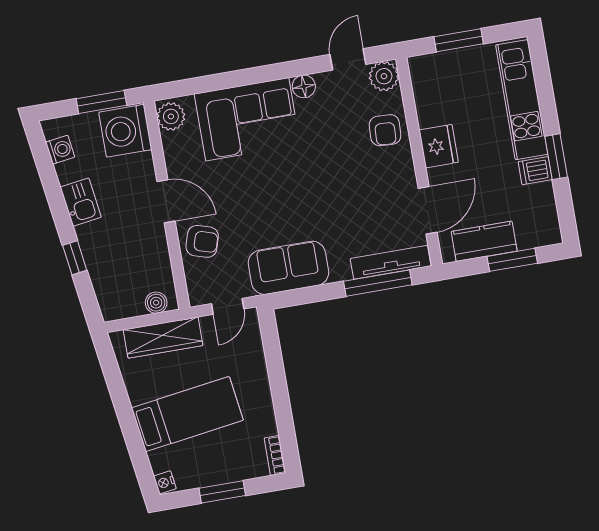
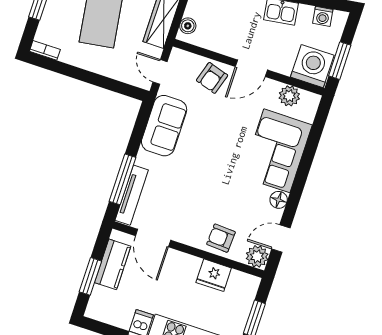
door: (348, 59) -> (281, 238), swing flipped
plant: (171, 116) -> (289, 96), moved
fridge: (439, 146) -> (214, 275), moved

